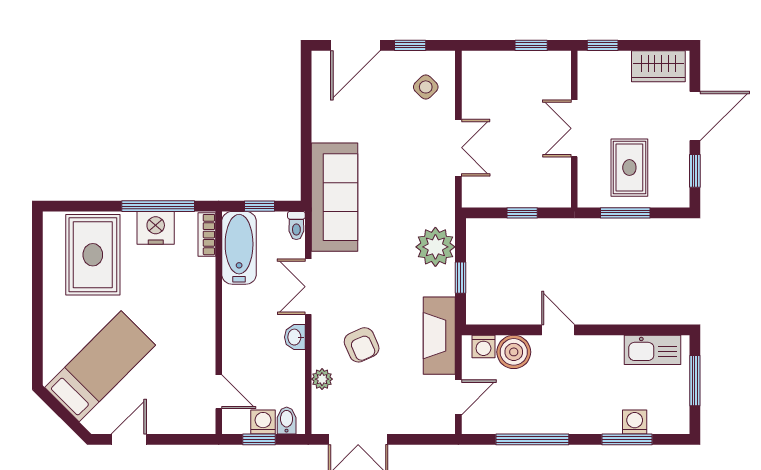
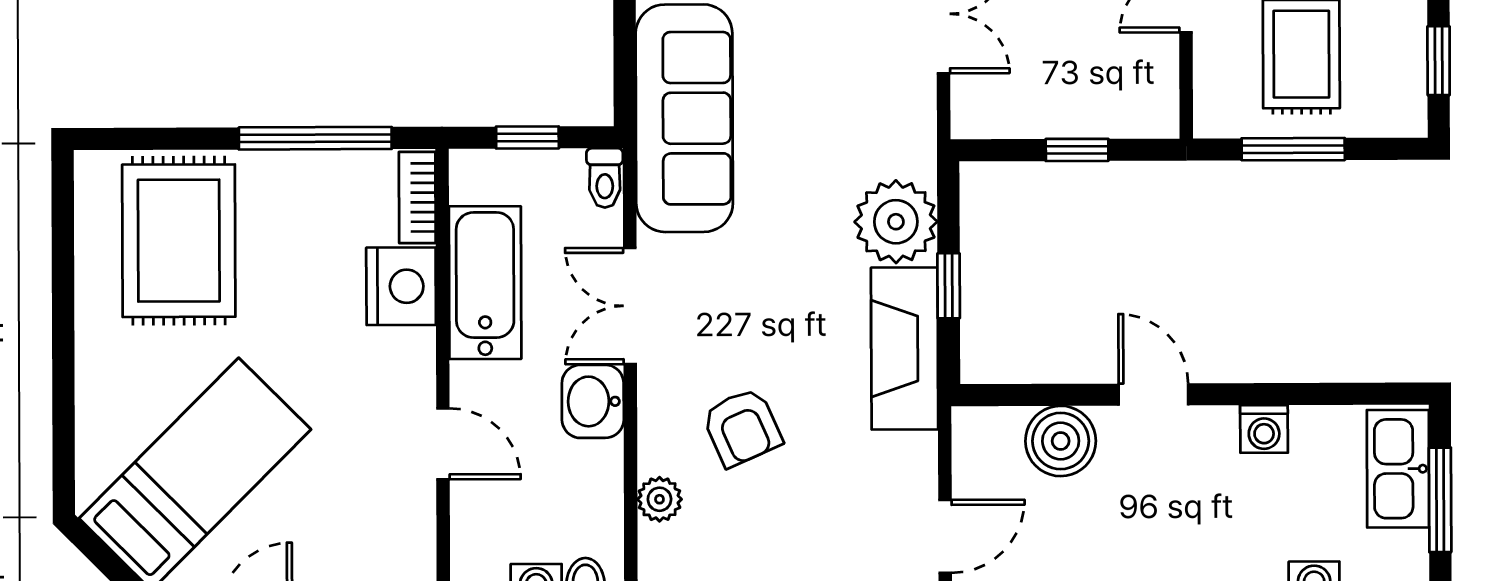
nightstand: (156, 228) -> (401, 286), moved, turned 90
bathtub: (239, 248) -> (485, 283), moved
fireplace: (439, 336) -> (905, 349), moved
washbasin: (295, 337) -> (593, 401), width x1.38, depth x1.45
washing machine: (483, 346) -> (1264, 429), moved
kitchen sink: (653, 350) -> (1398, 469), moved, turned 90
door: (219, 392) -> (443, 444), moved

